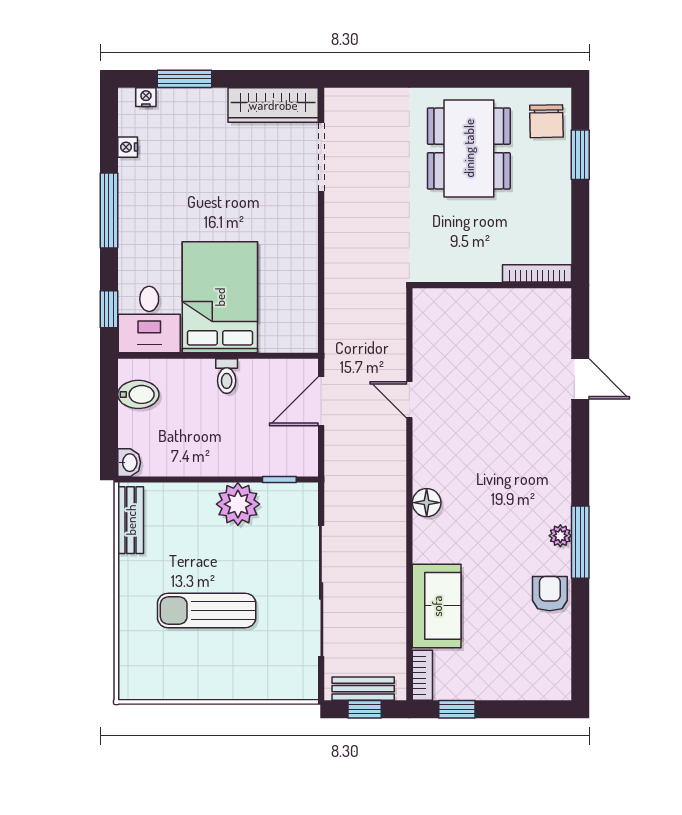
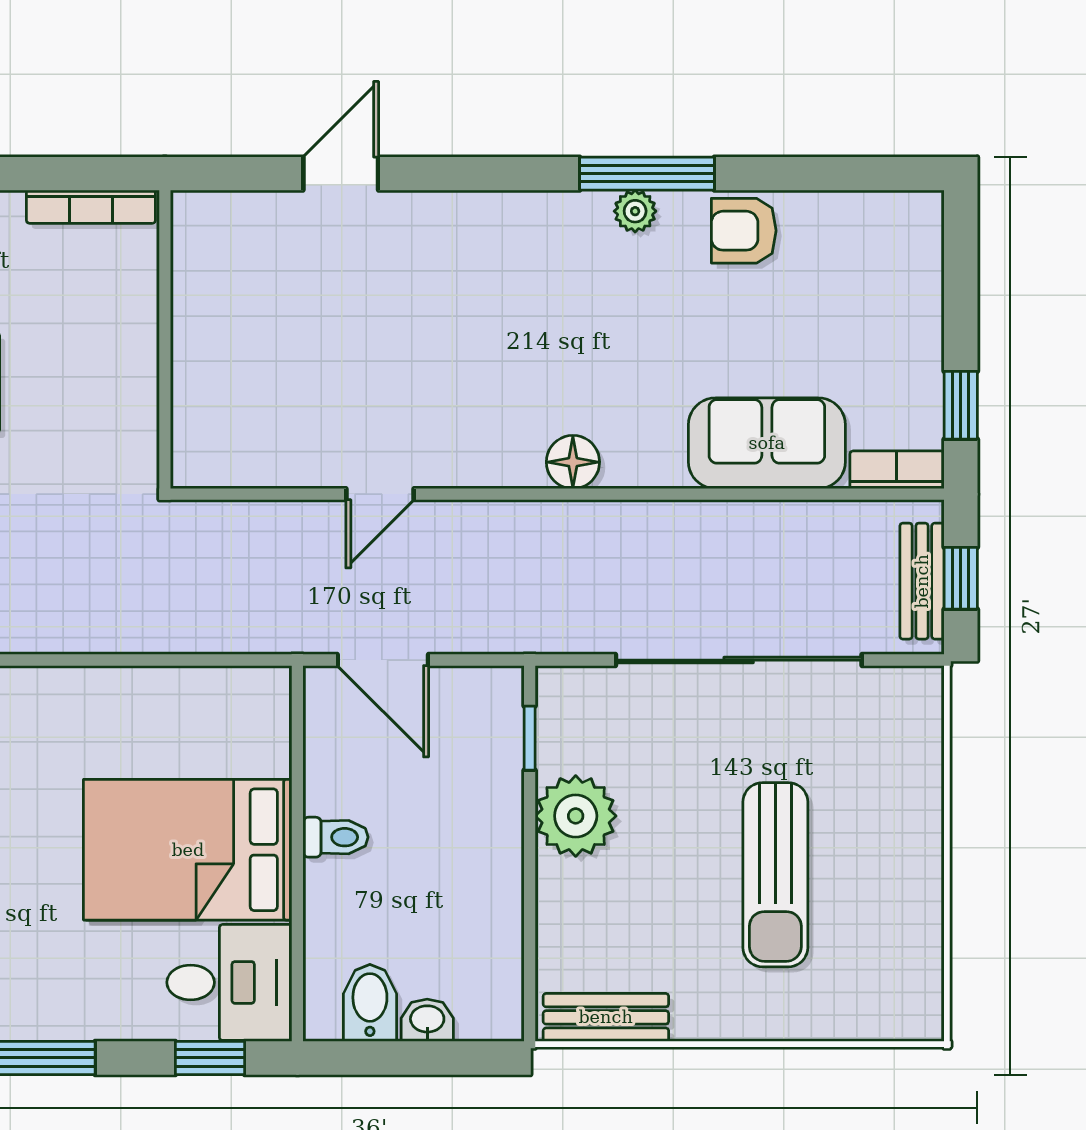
bookcase: (537, 273) -> (91, 207), moved, turned -90
washbasin: (129, 463) -> (427, 1020), moved

